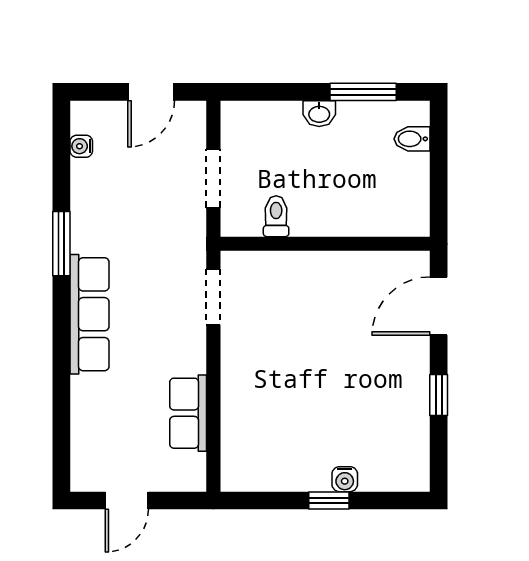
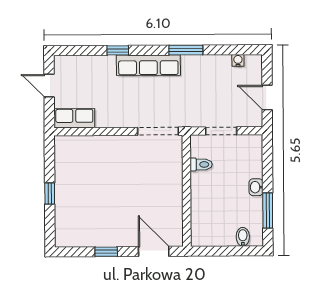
doorway: (213, 297) -> (158, 131), width x1.38
window: (61, 371) -> (118, 50), added
row of seats: (188, 413) -> (74, 118), moved
water cooler: (345, 479) -> (61, 202), removed

